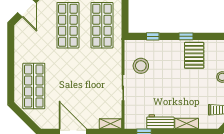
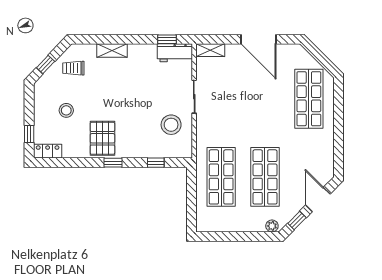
workbench: (160, 122) -> (175, 53), moved

